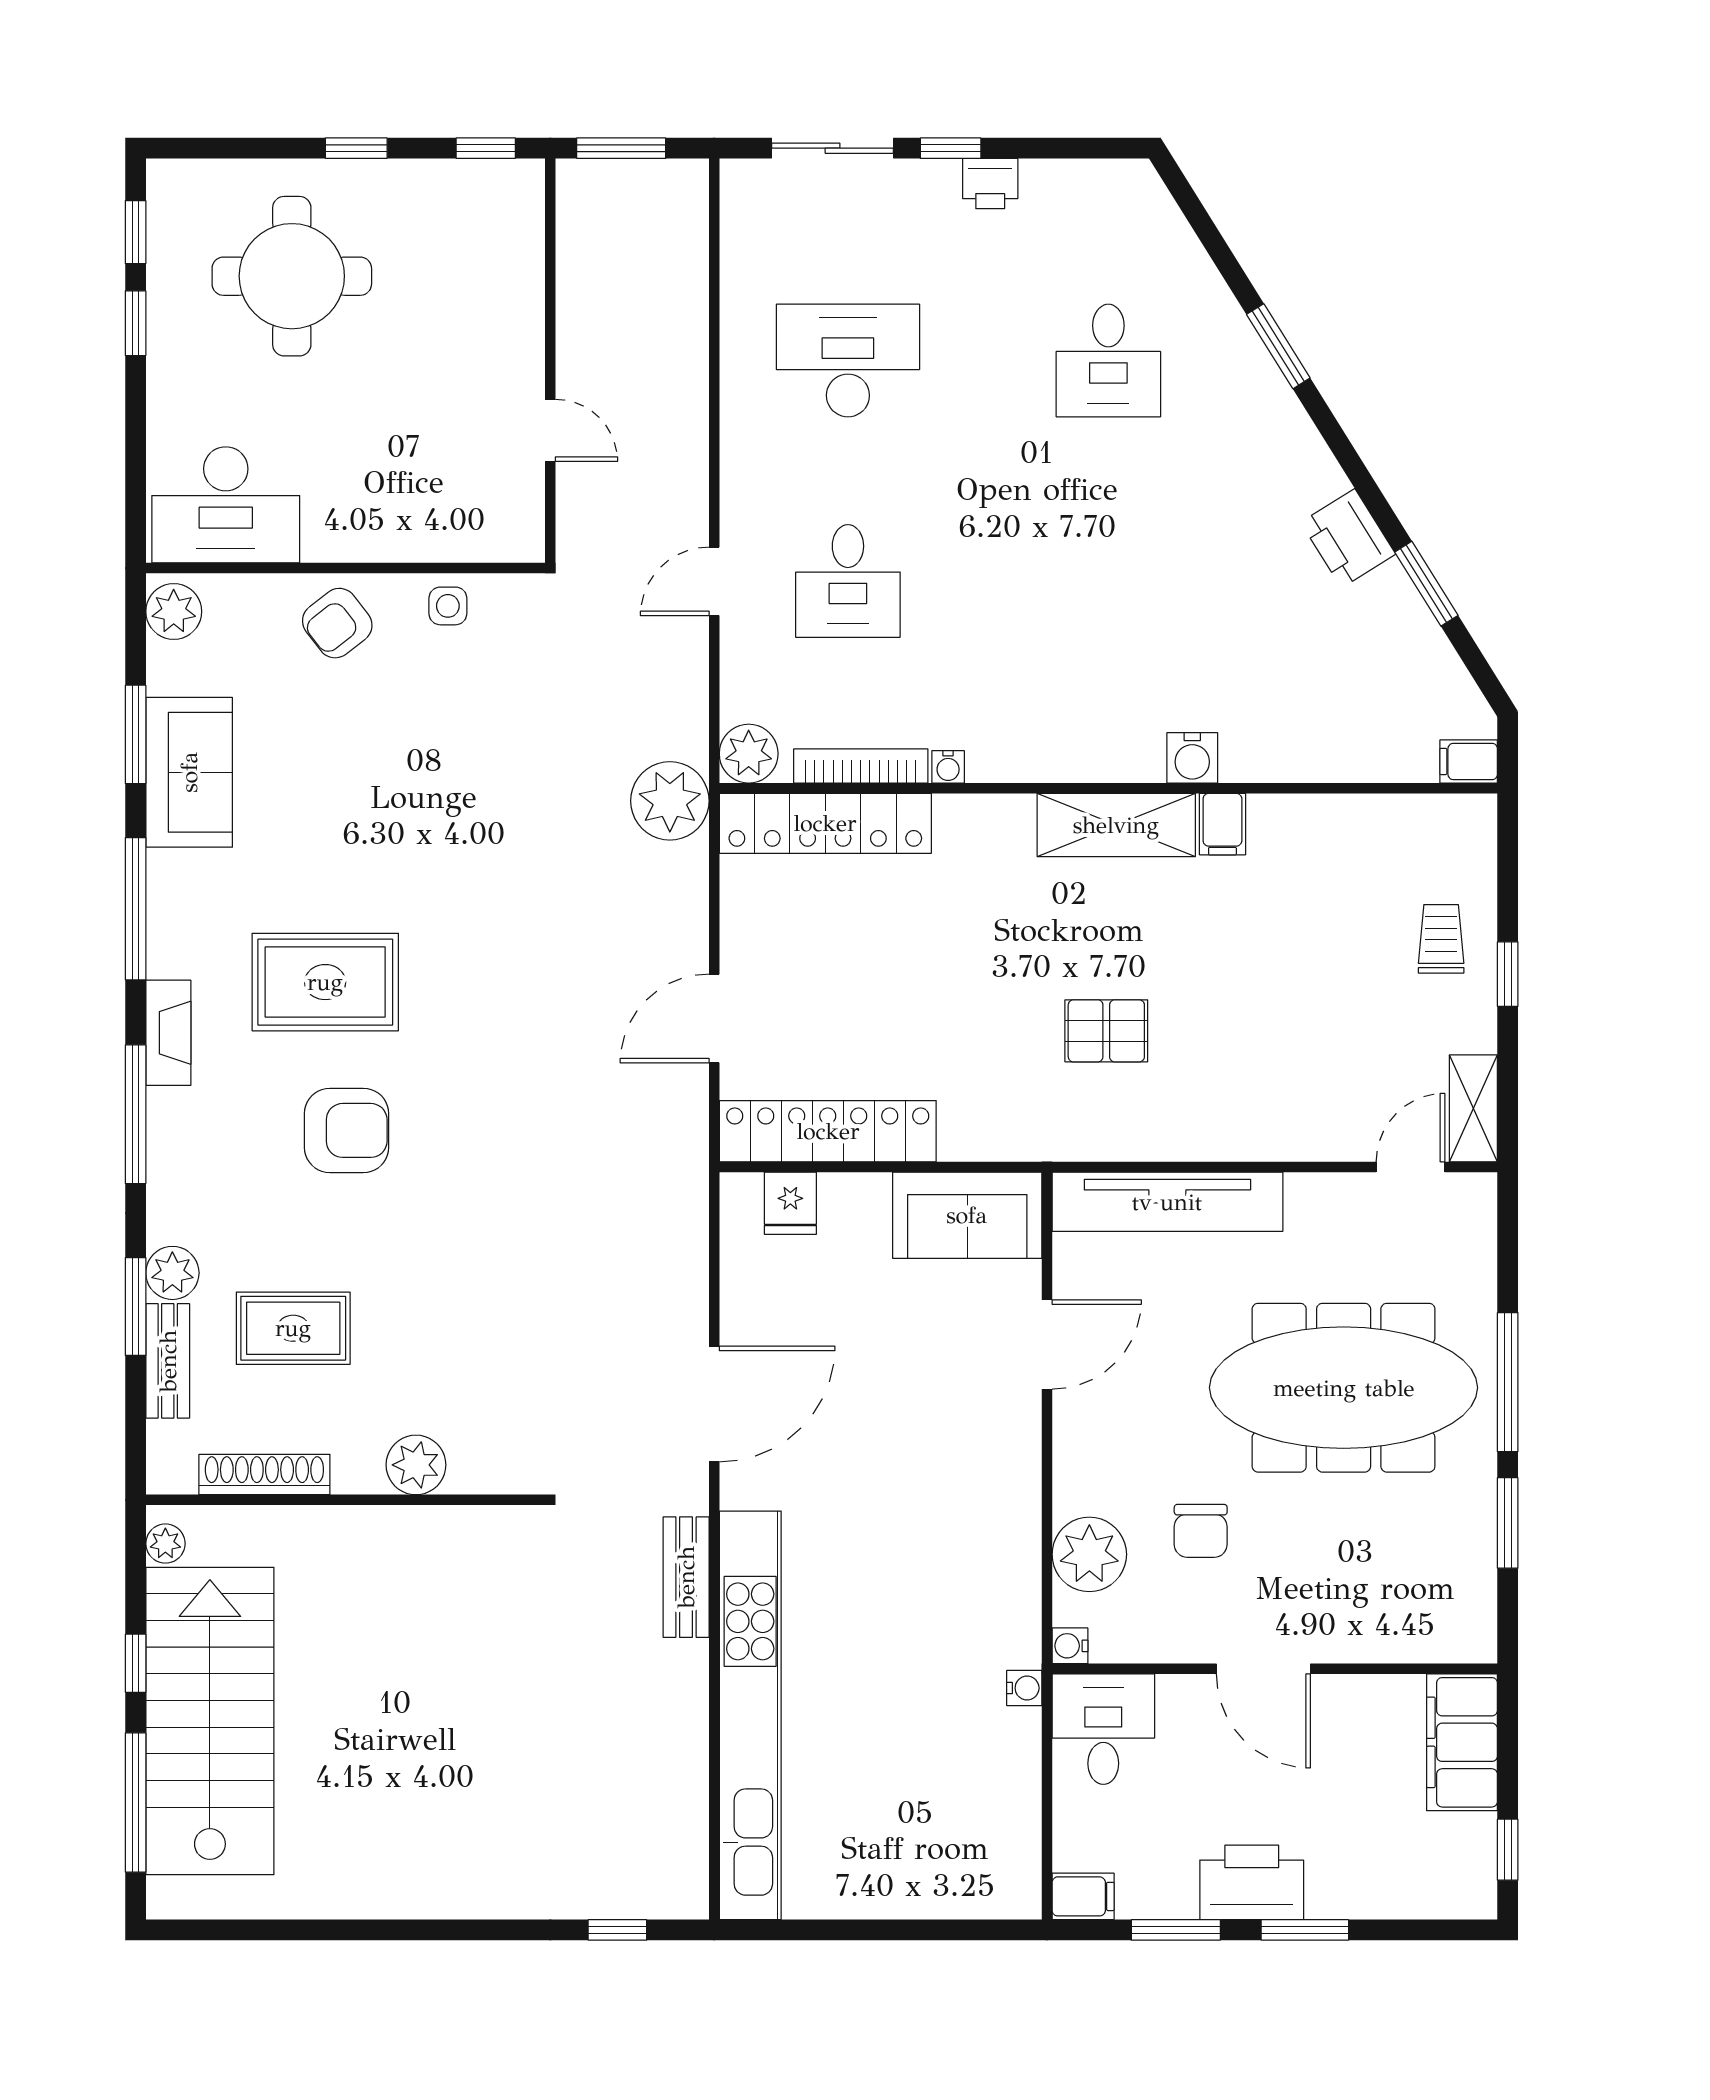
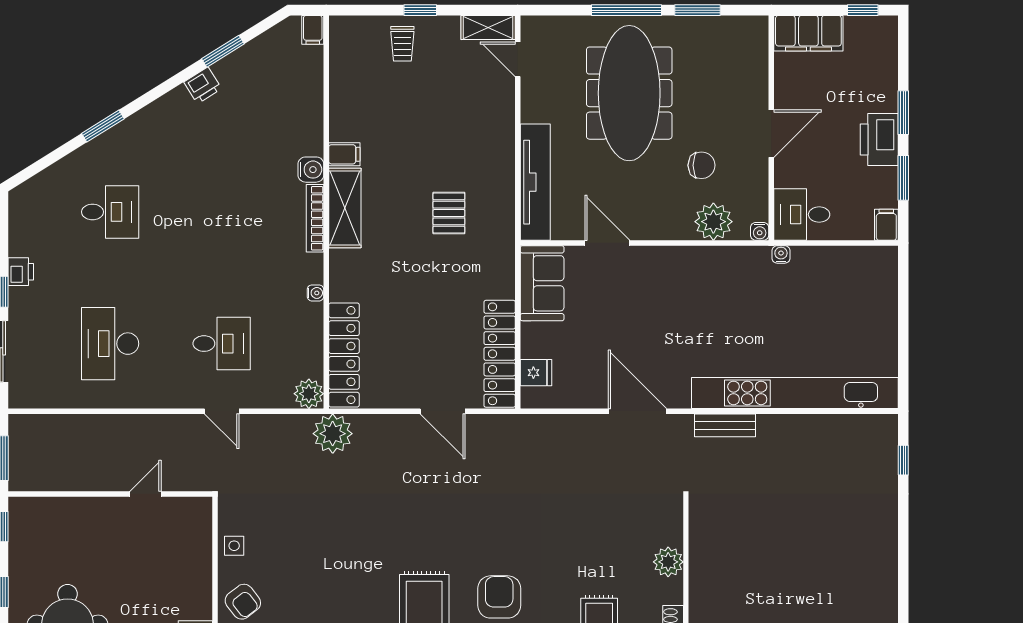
printer: (1348, 538) -> (203, 85), width x0.73, depth x0.81
bookcase: (861, 766) -> (315, 218), moved
trolley: (1441, 939) -> (402, 44), turned -90

